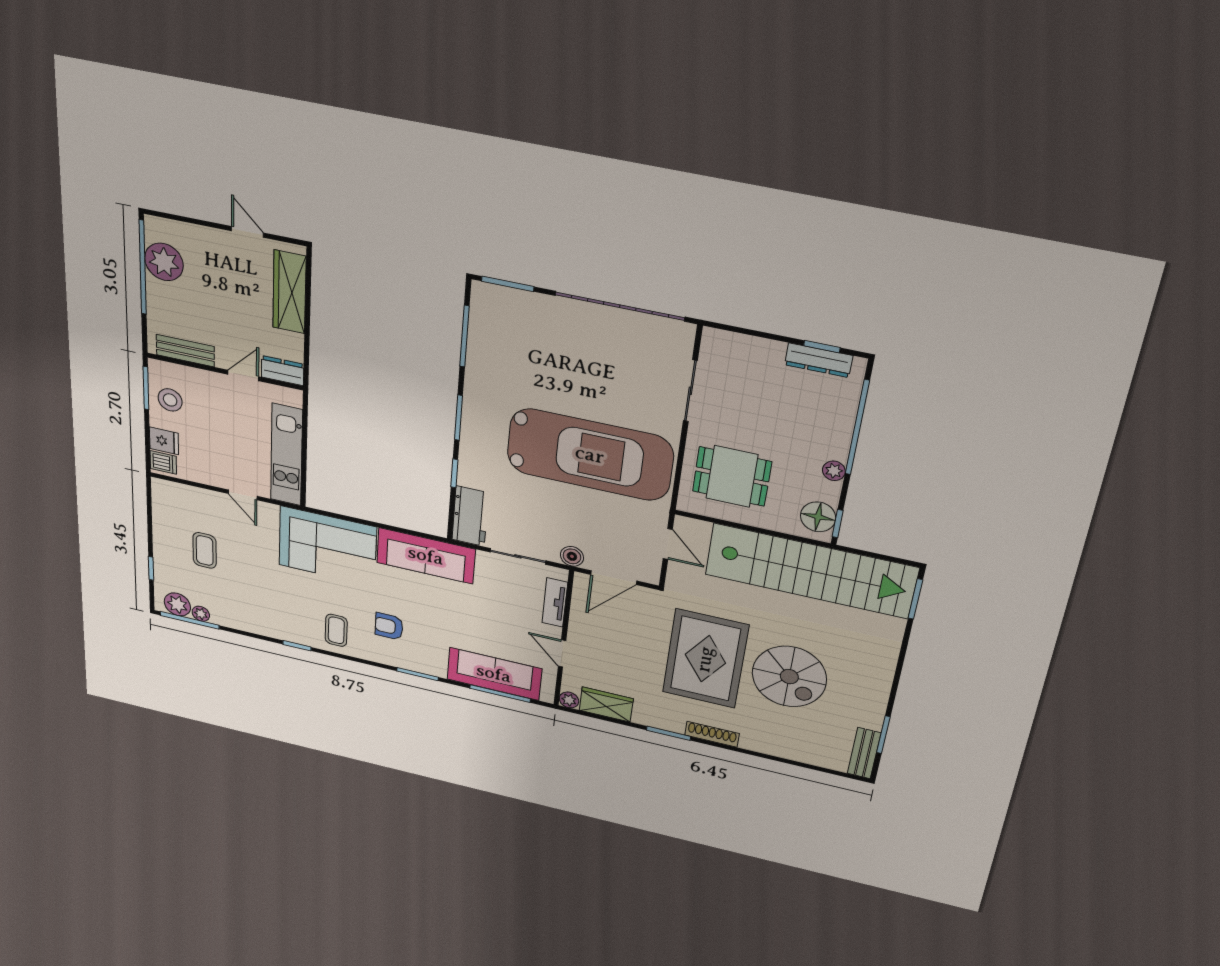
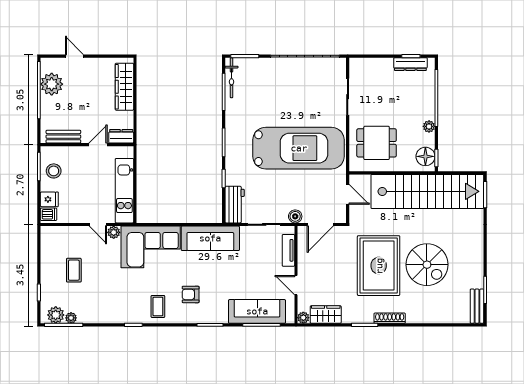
door: (247, 232) -> (74, 56), moved
bicycle: (480, 316) -> (231, 78), added
plant: (268, 512) -> (114, 232), added

